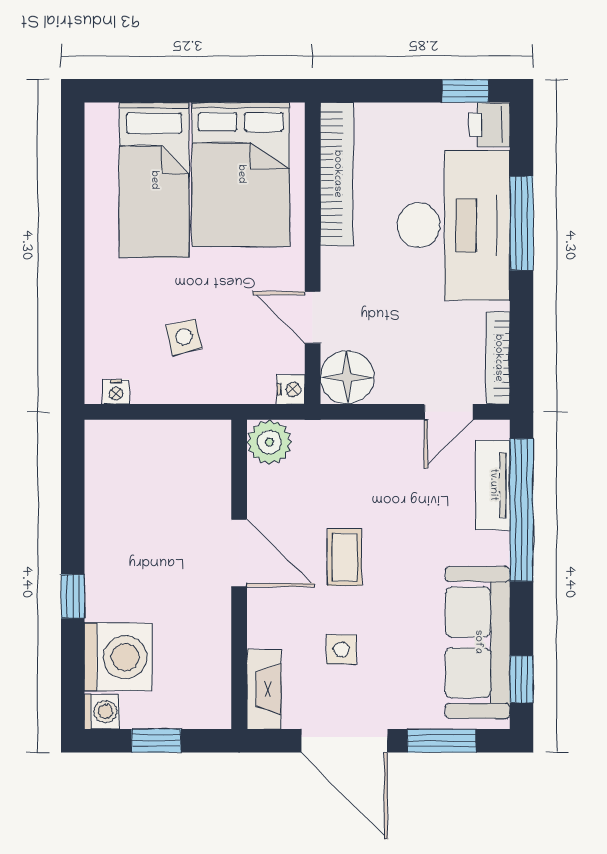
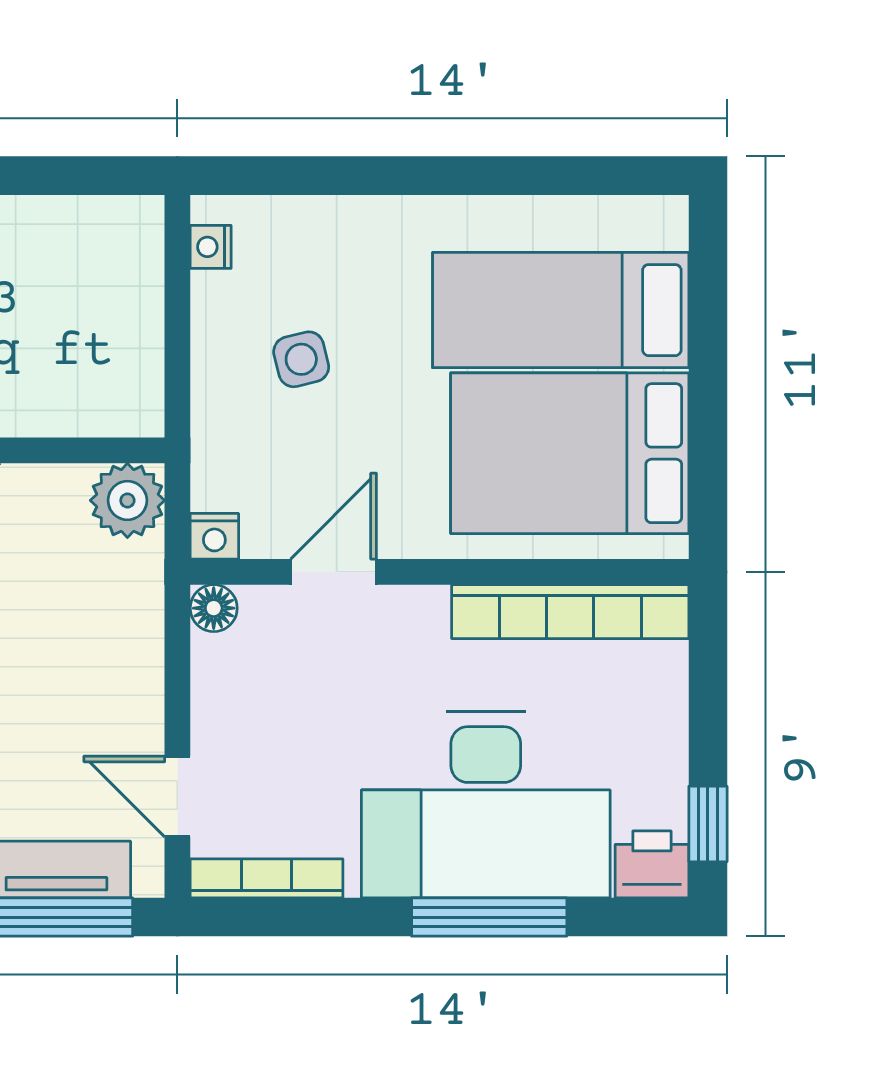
floor lamp: (347, 377) -> (214, 608), width x0.53, depth x0.53

